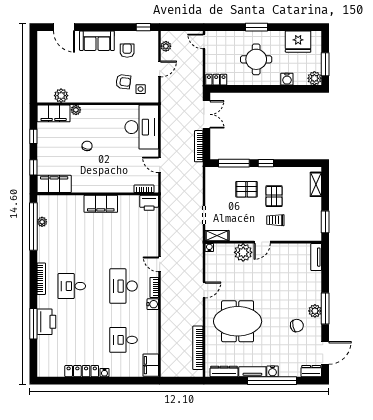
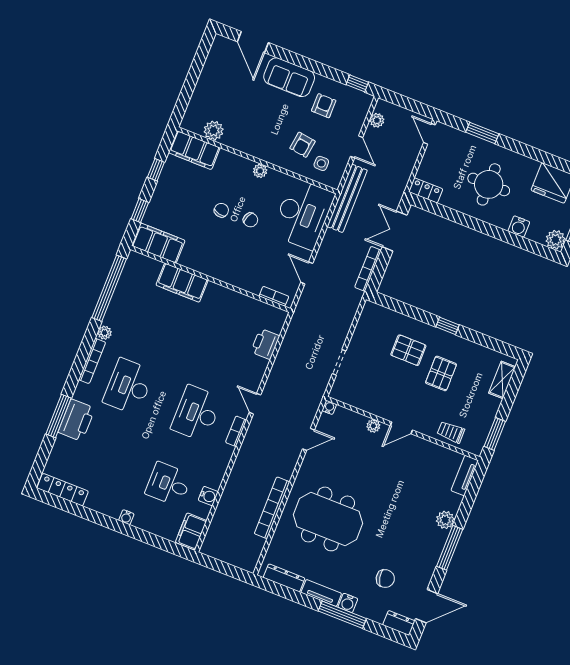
window: (257, 27) -> (482, 133), moved
door: (160, 69) -> (357, 147), hinge flipped
armchair: (123, 82) -> (302, 145), turned 91
bench: (167, 105) -> (347, 198), added
plant: (76, 110) -> (260, 171), moved
double door: (206, 114) -> (395, 231), swing flipped
chair: (109, 145) -> (250, 220), added
window: (234, 163) -> (405, 309), removed
printer: (149, 203) -> (265, 344), moved, turned 90
filing cabinet: (101, 204) -> (182, 283), moved
trolley: (275, 220) -> (451, 432), moved
plant: (42, 222) -> (105, 333), moved
shelving: (217, 236) -> (346, 396), removed
plant: (243, 252) -> (373, 426), width x0.53, depth x0.53
desk: (72, 286) -> (129, 386), width x1.37
door: (204, 290) -> (308, 439), moved
water cooler: (153, 304) -> (208, 496), moved
plant: (315, 311) -> (445, 520), moved
chair: (297, 326) -> (385, 579), moved
bookcase: (198, 348) -> (272, 508), moved
locker: (82, 371) -> (63, 490), moved
window: (272, 381) -> (342, 615), width x0.68

